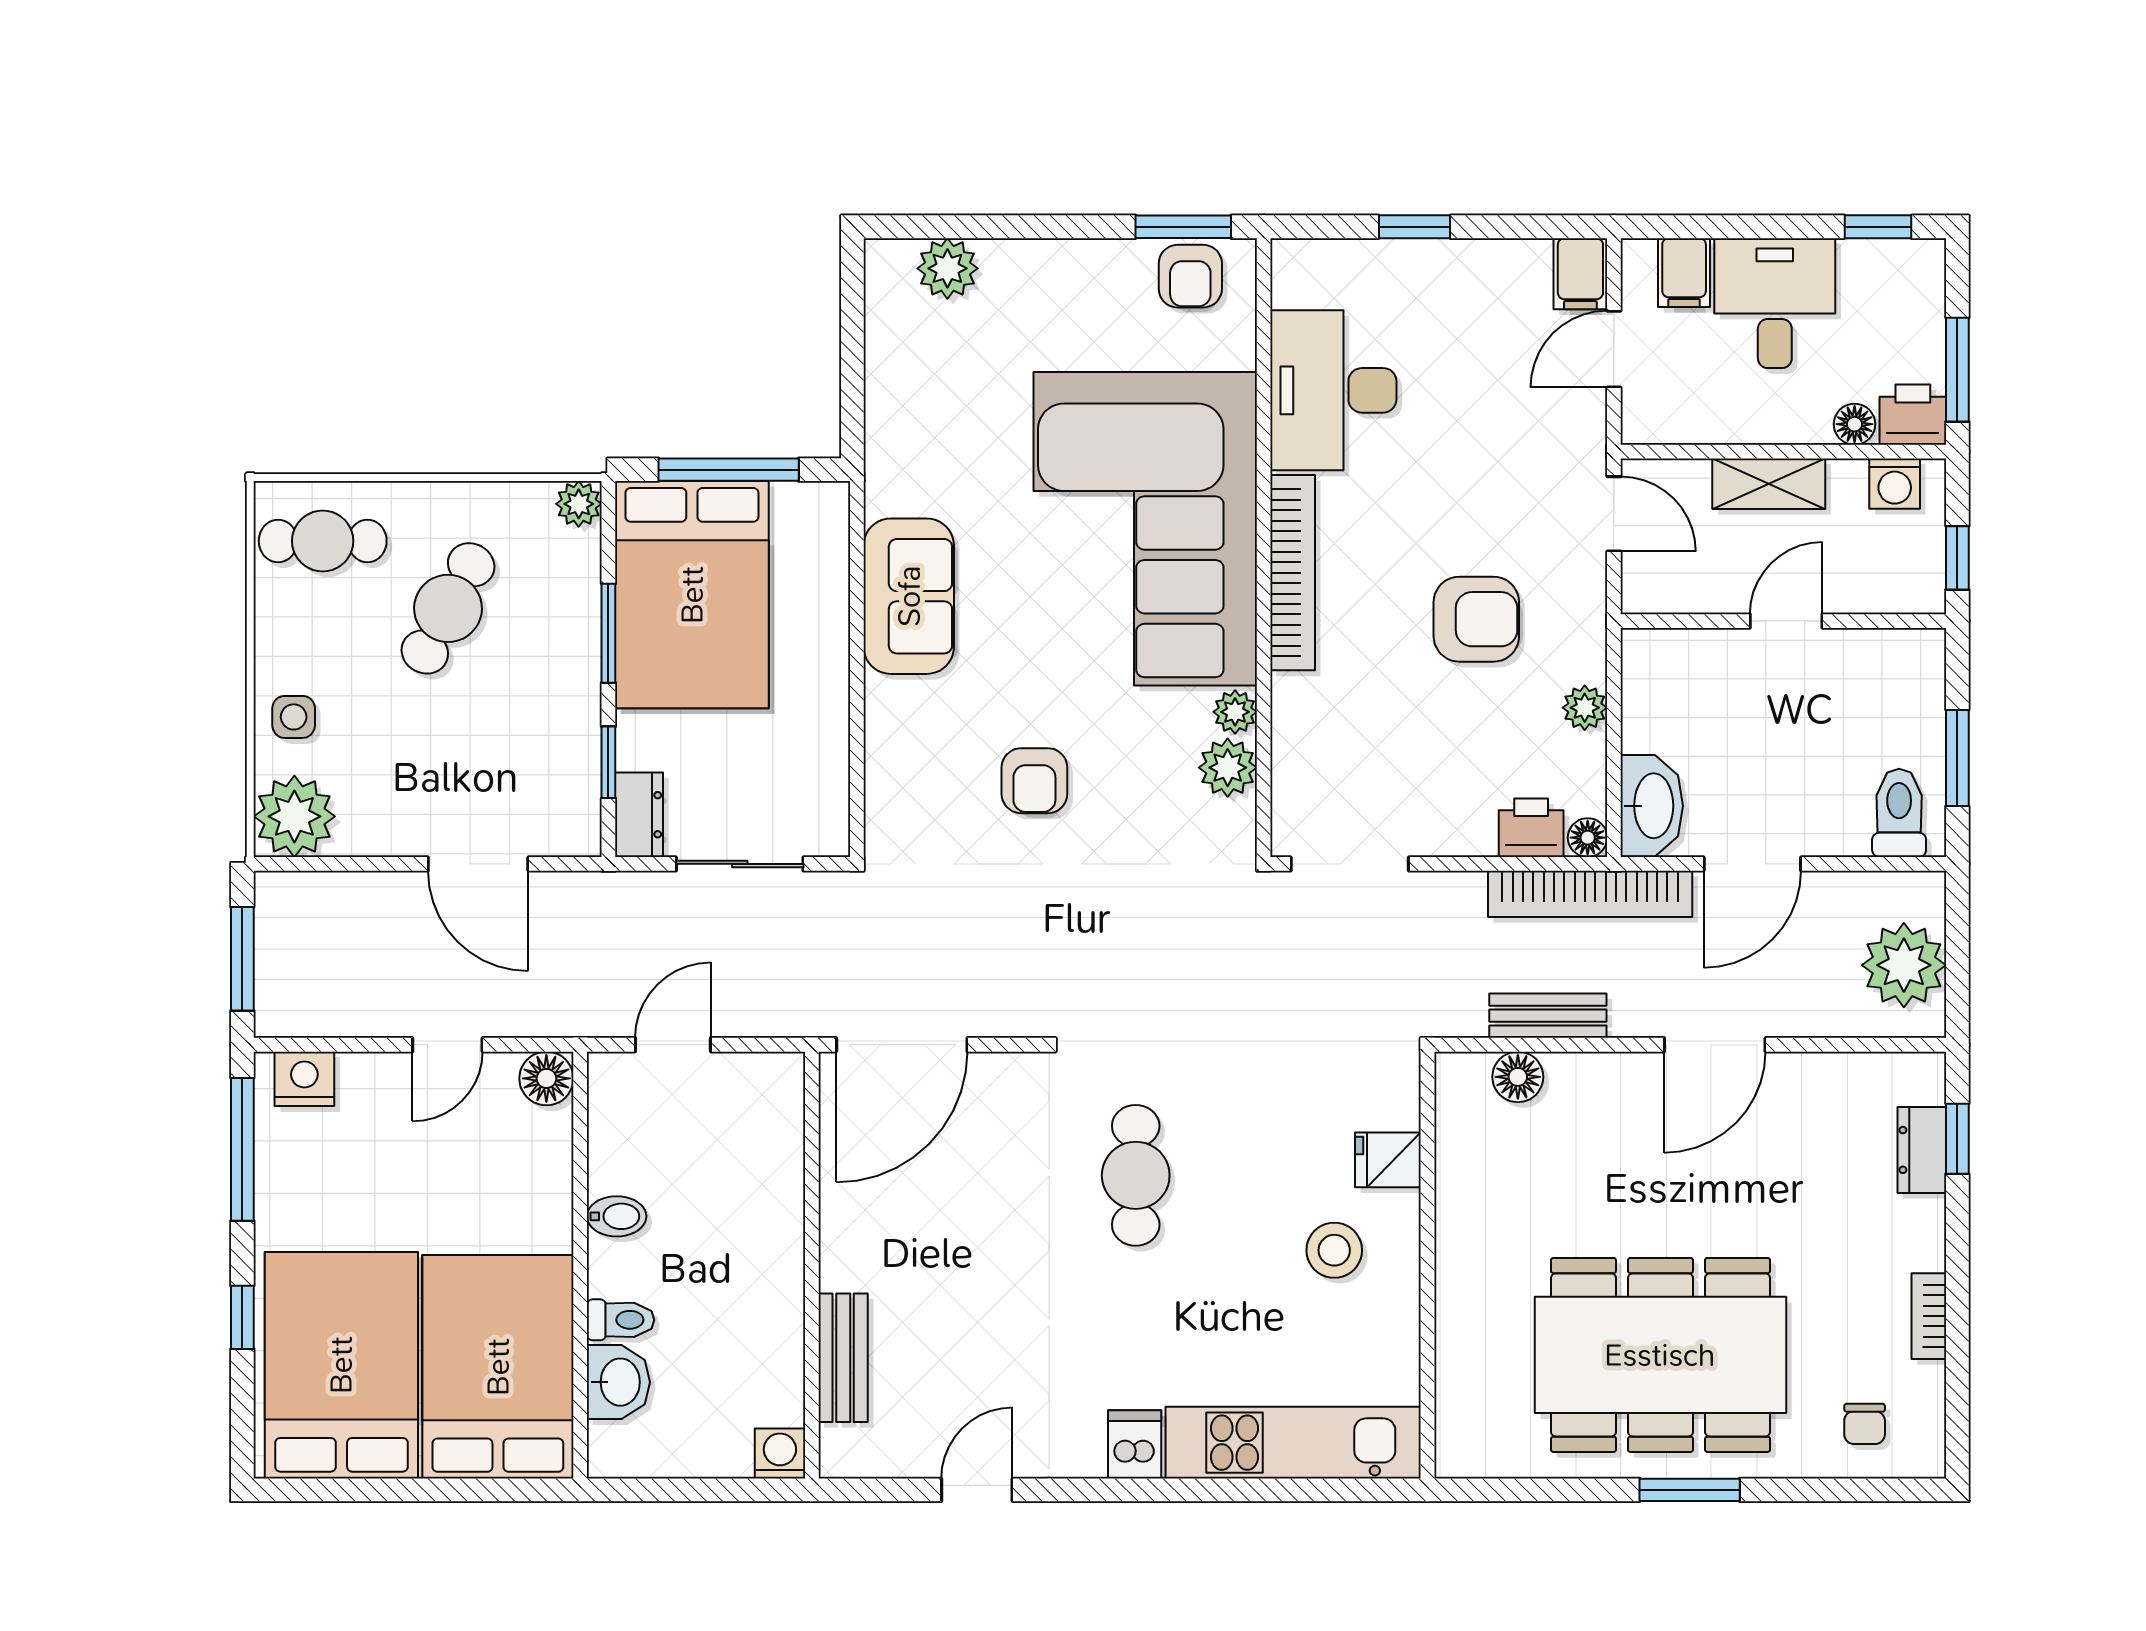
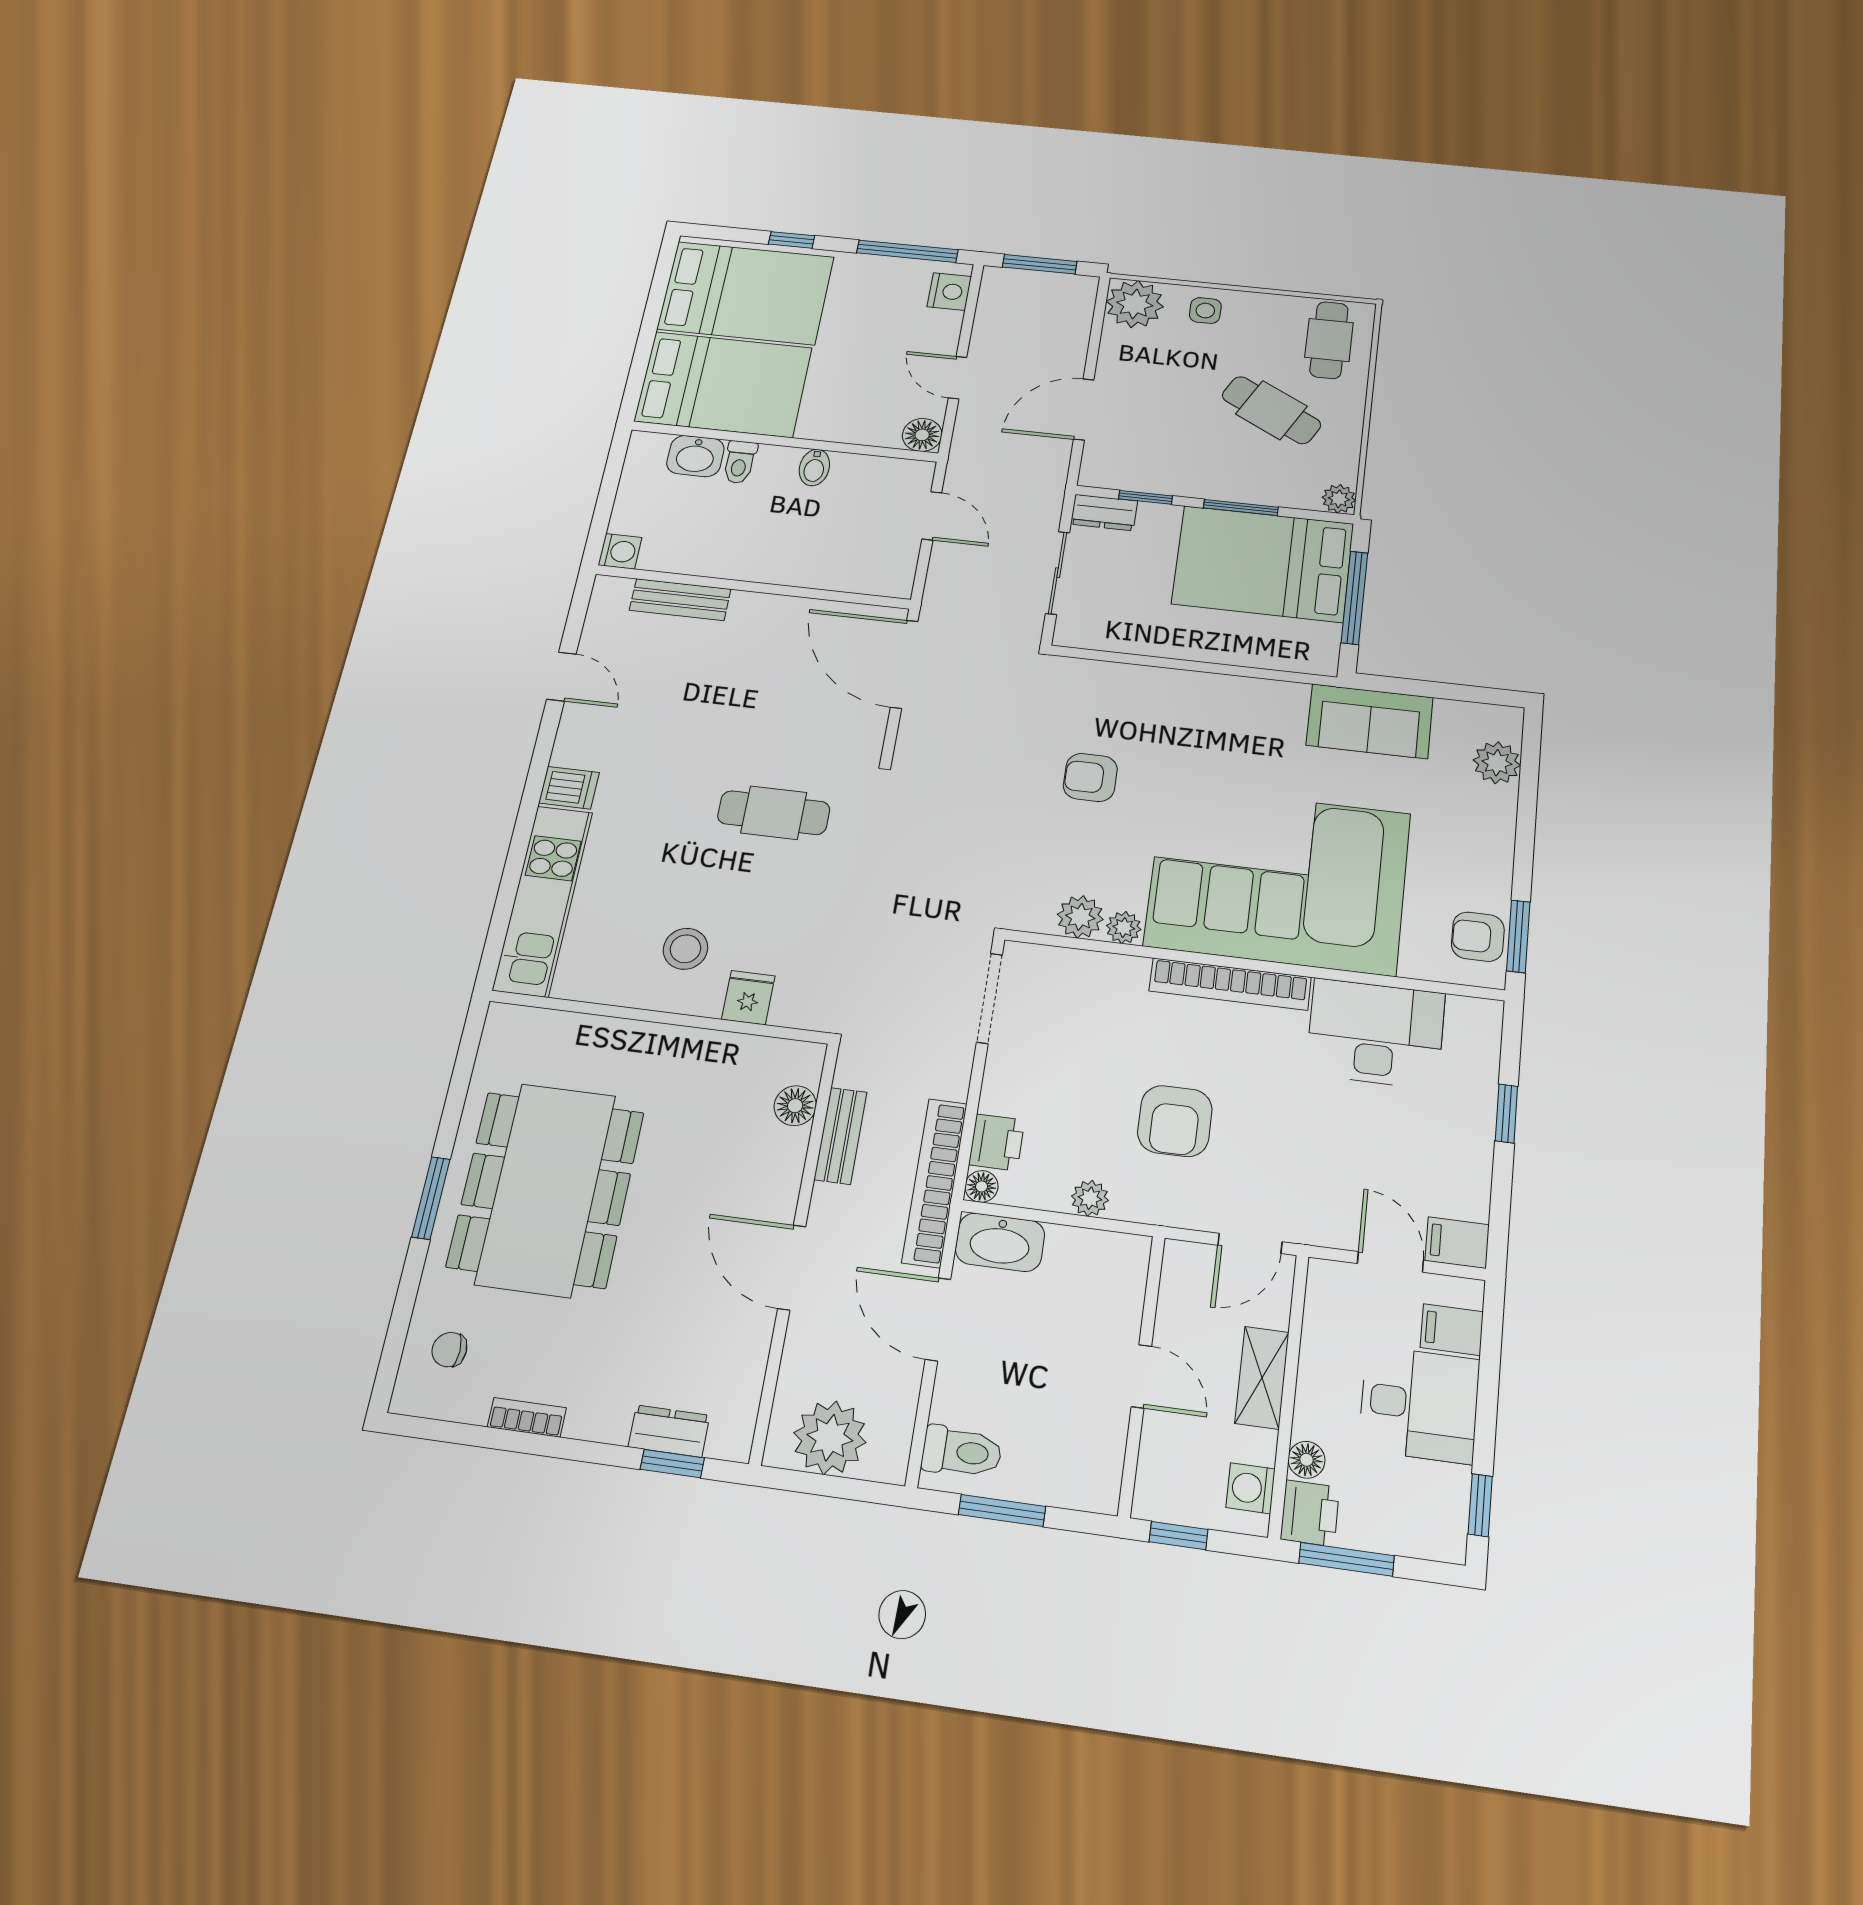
sofa: (909, 596) -> (1370, 721), moved

